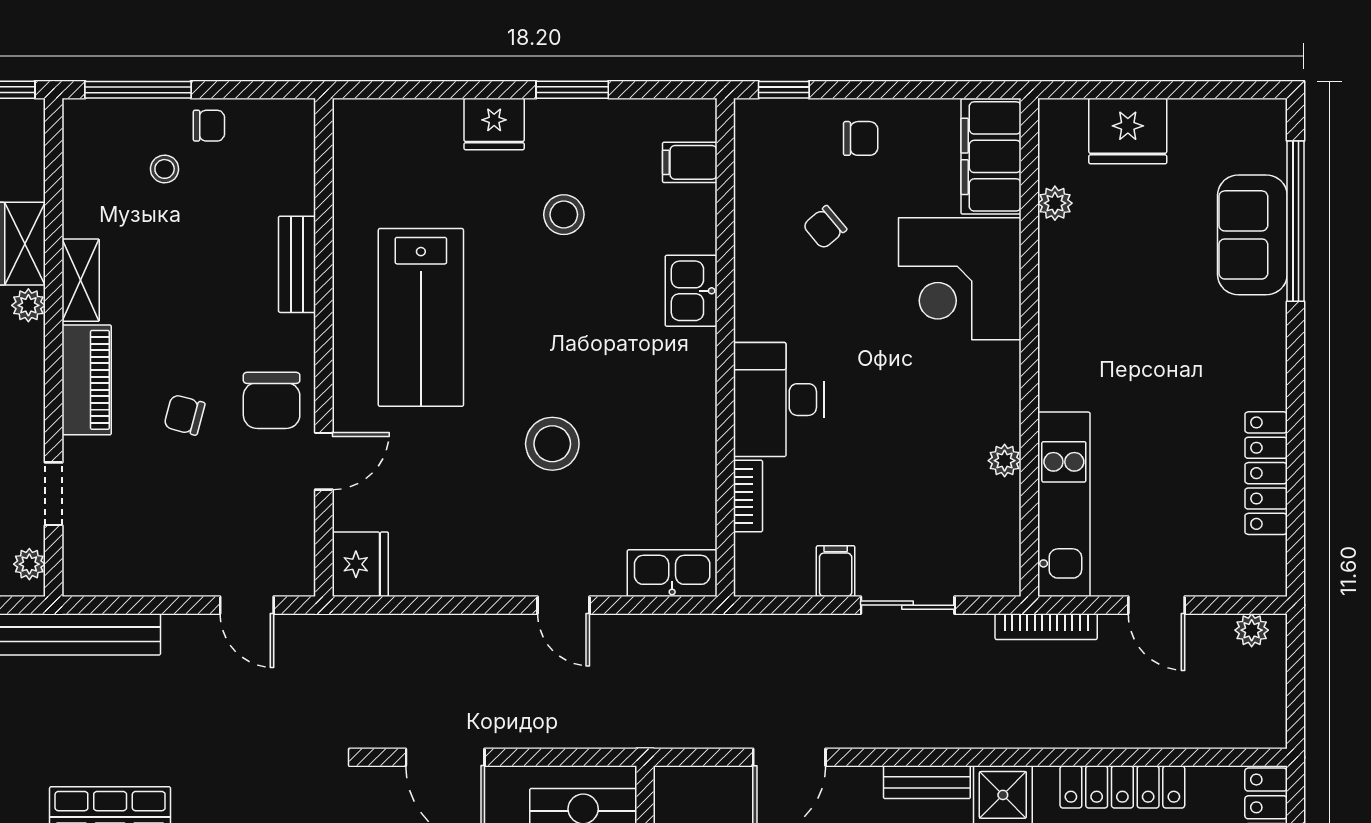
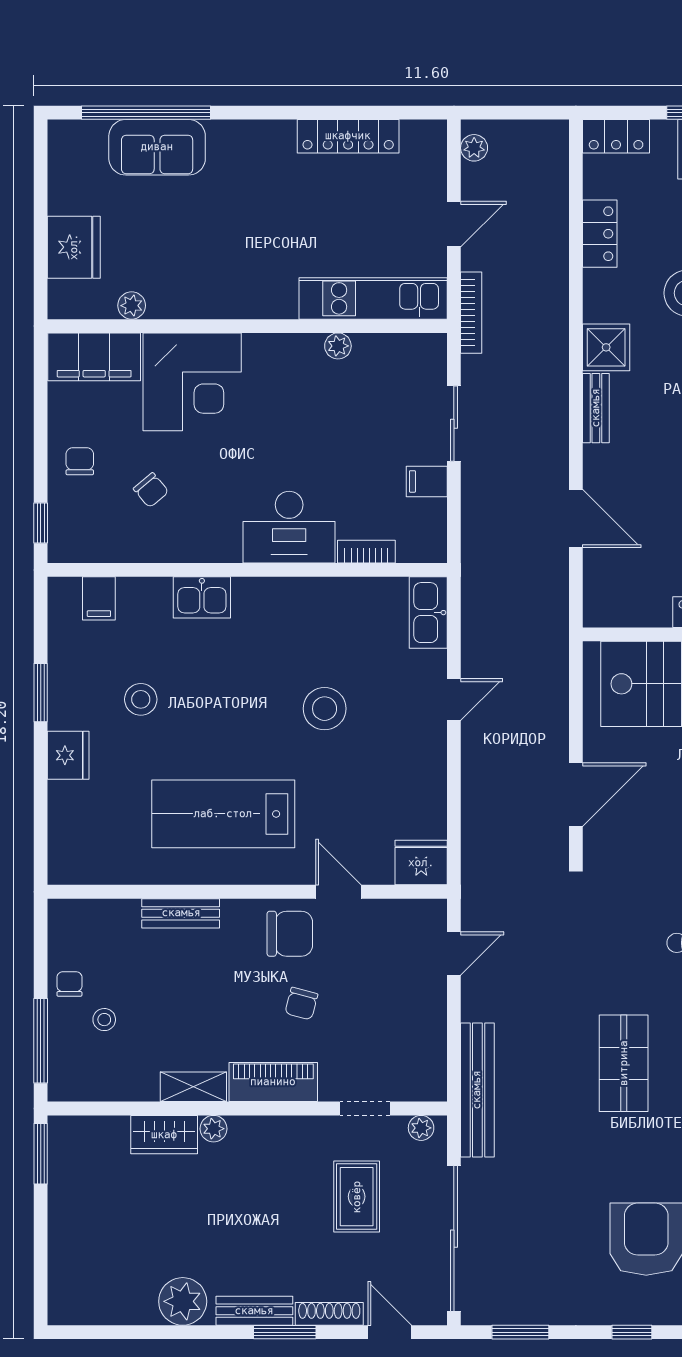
lab bench: (421, 317) -> (223, 814), turned 180
locker: (1122, 787) -> (600, 234), width x0.66

